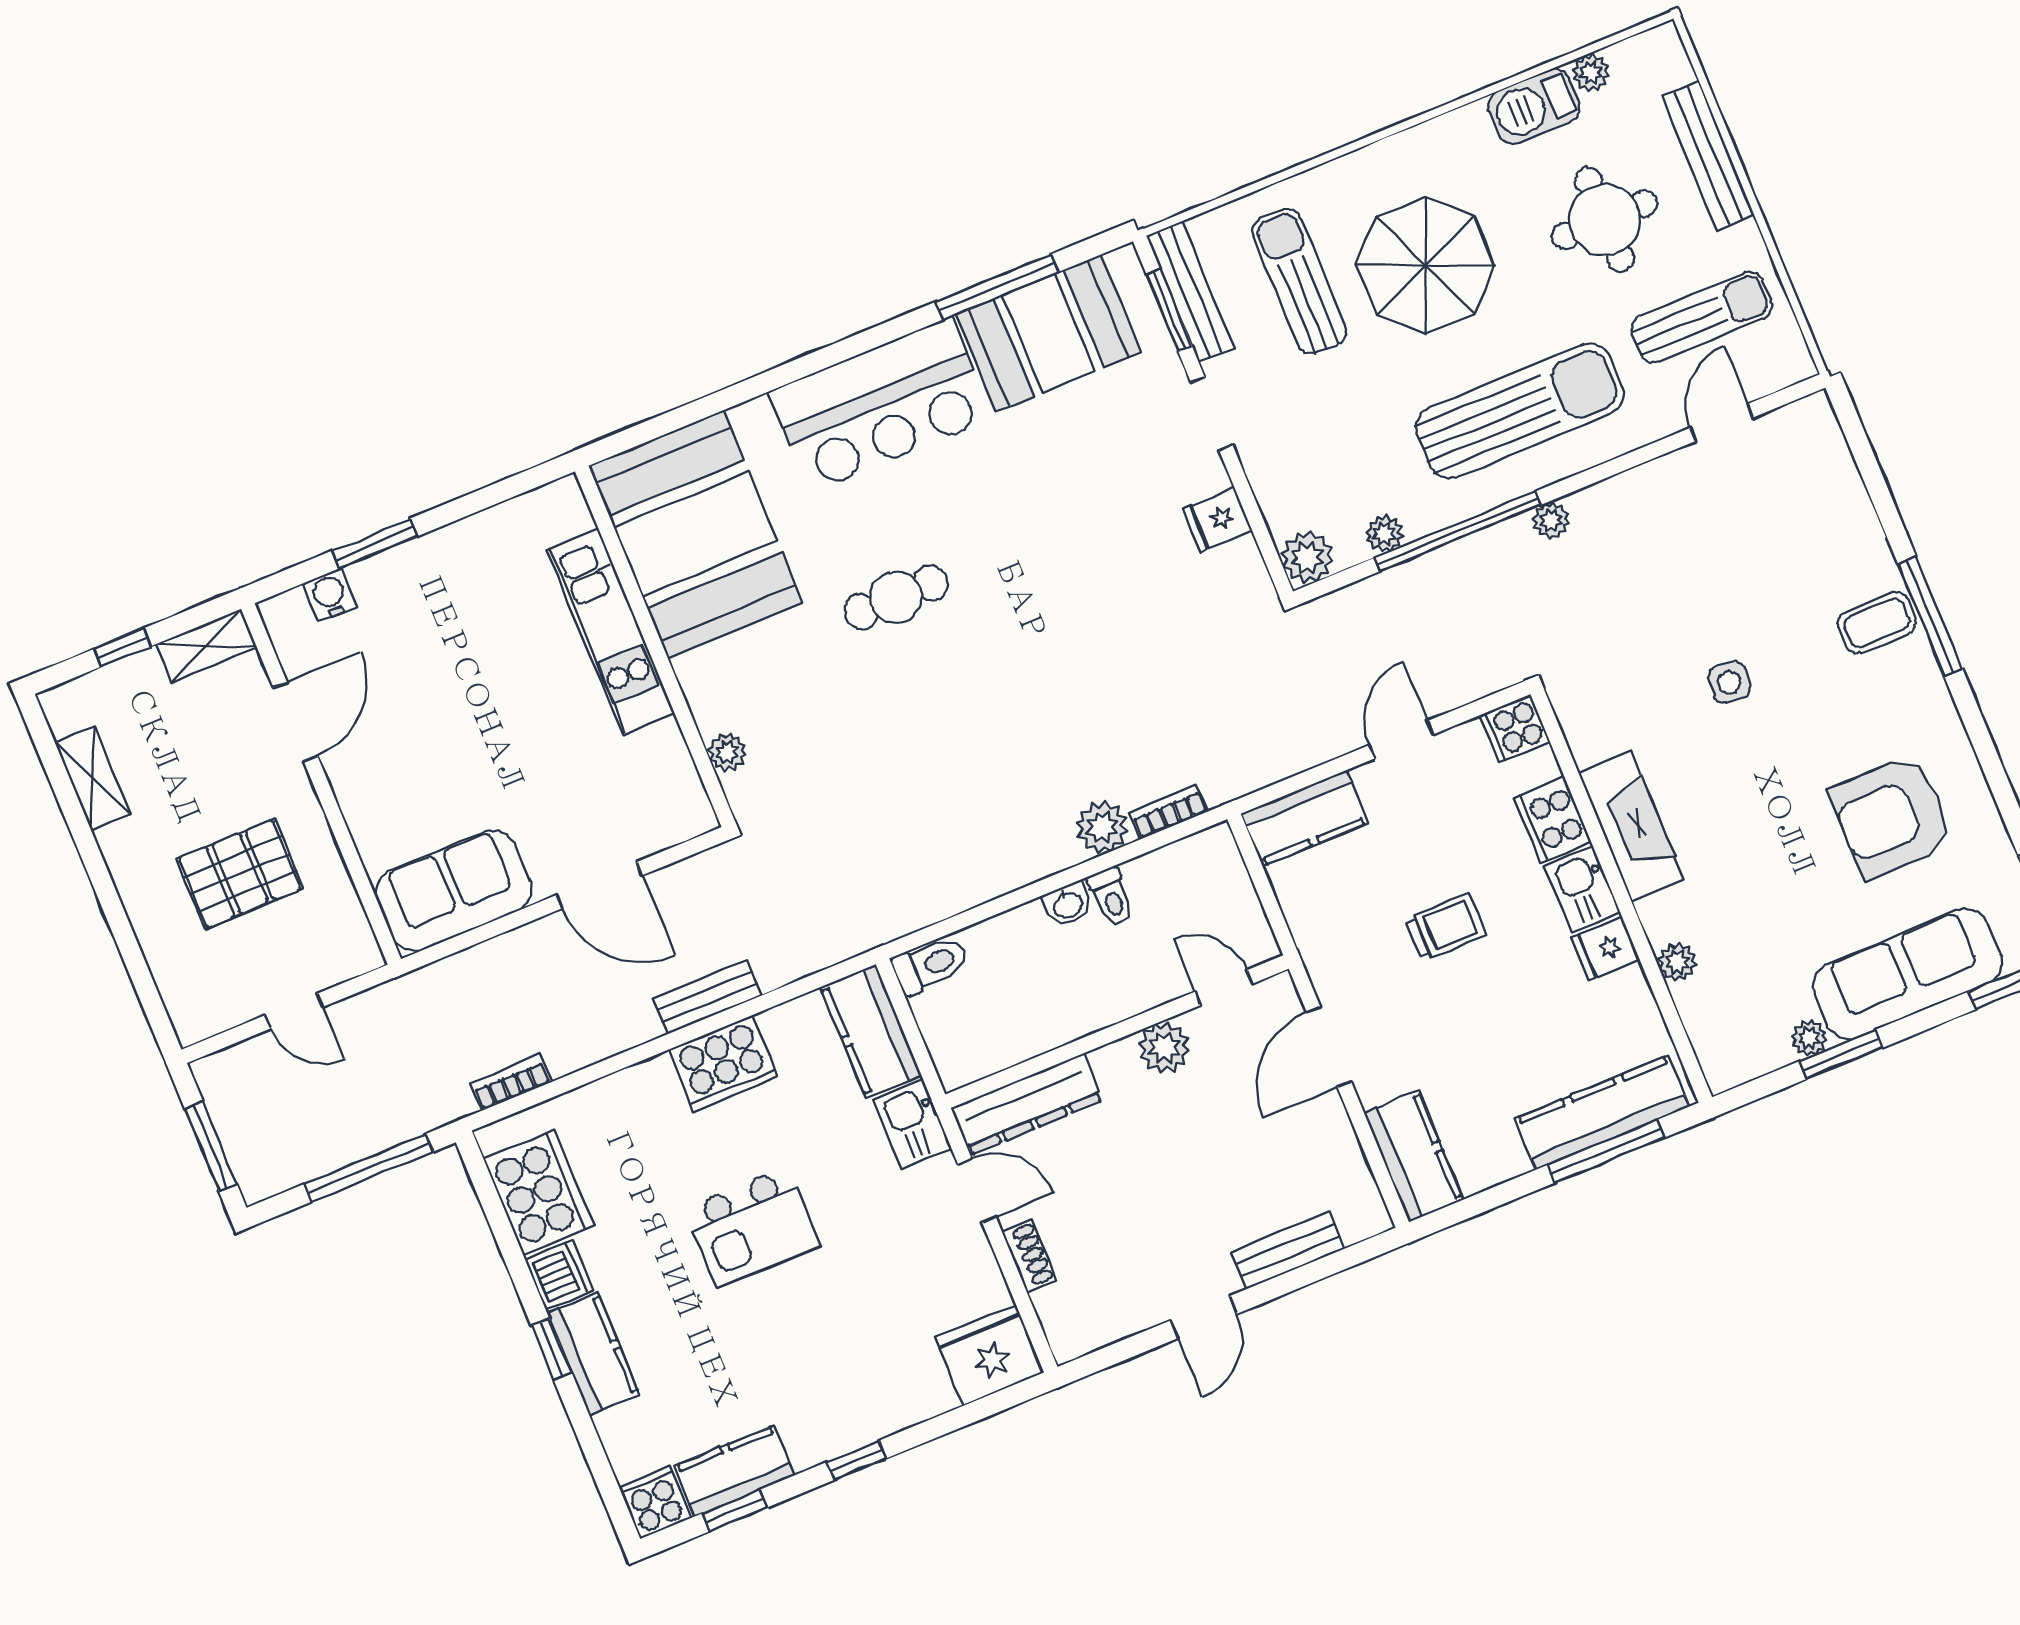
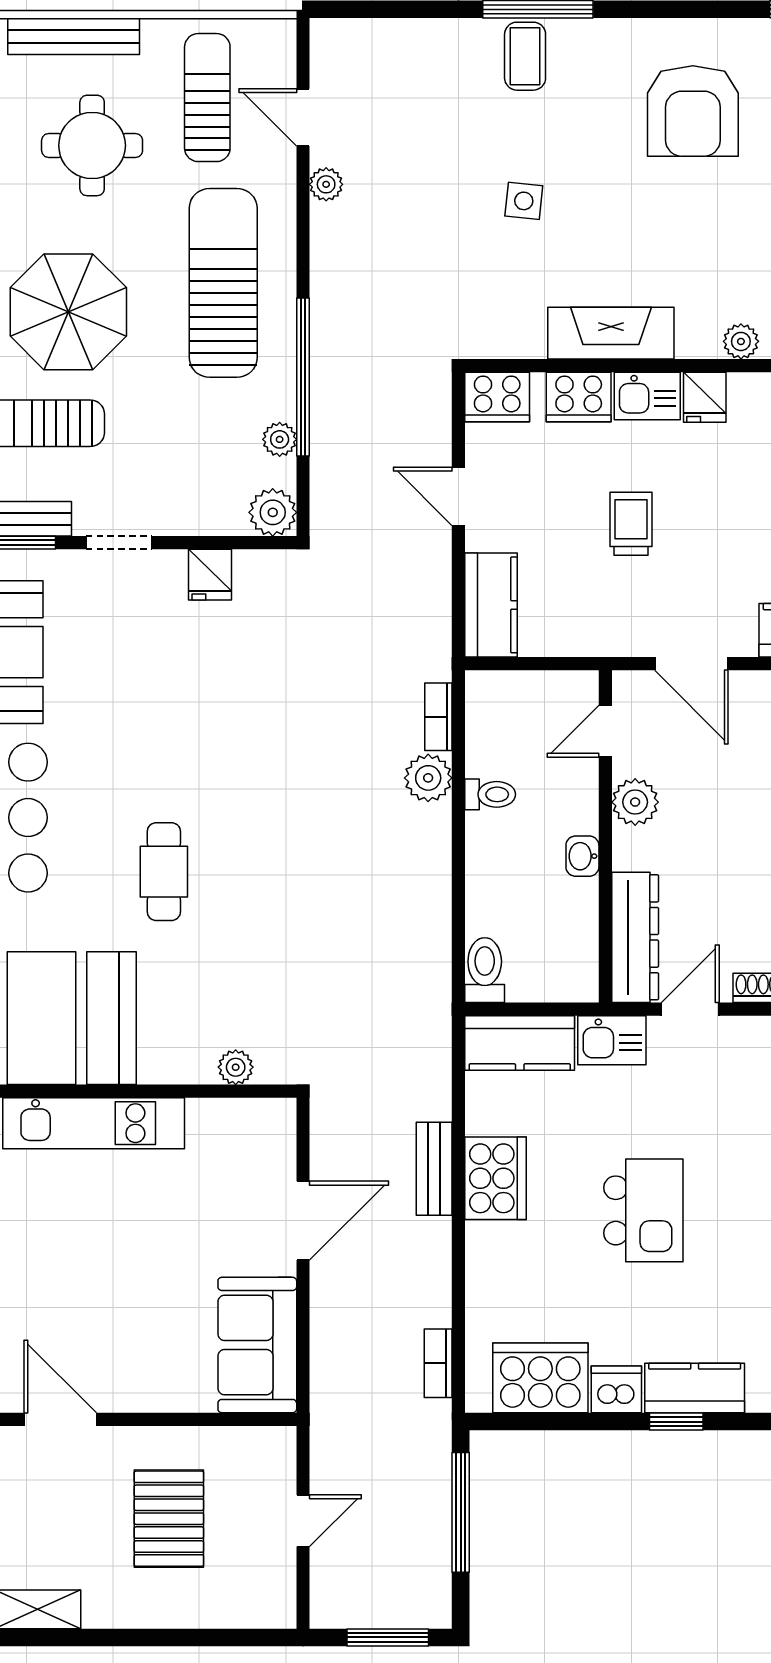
plant: (1551, 520) -> (326, 184), moved
cooker: (1515, 729) -> (497, 397), width x1.36
washbasin: (1068, 904) -> (582, 856), moved, turned 180

